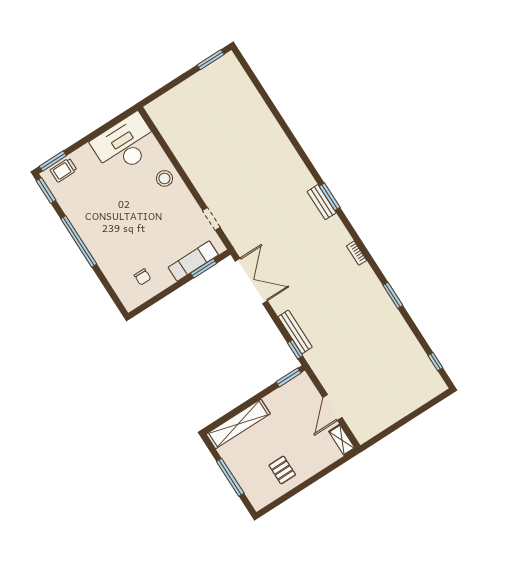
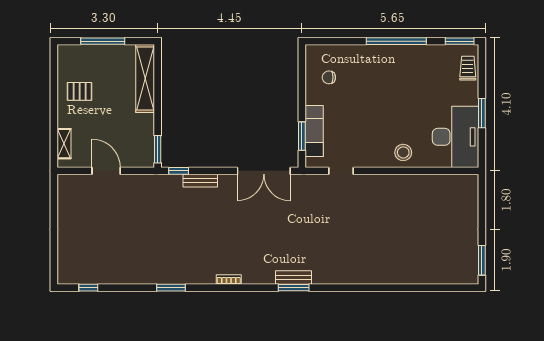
window: (53, 161) -> (482, 113), moved
bench: (295, 332) -> (200, 181), width x0.73
shelving: (342, 440) -> (64, 144), moved, turned 90

